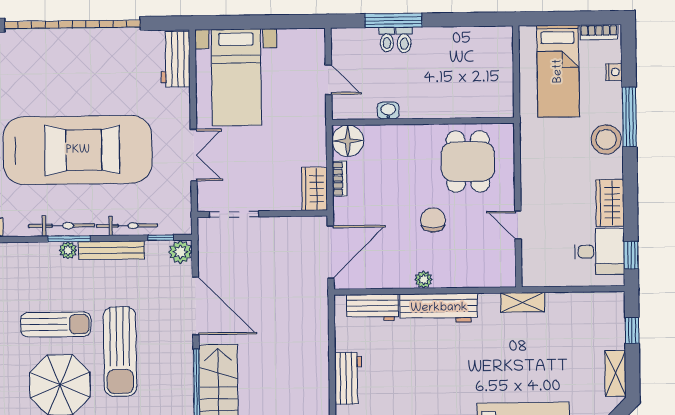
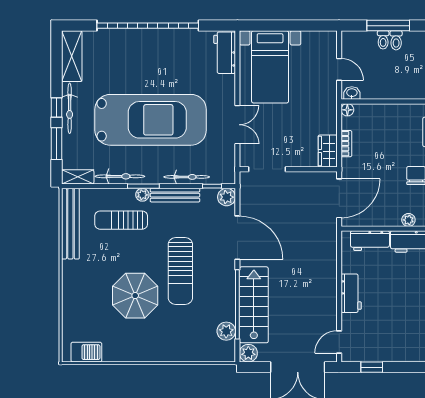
washbasin: (388, 110) -> (352, 93), moved
floor lamp: (348, 141) -> (347, 110), width x0.53, depth x0.53
bicycle: (62, 226) -> (120, 176), moved
sun lounger: (56, 324) -> (121, 220), moved, turned 180

